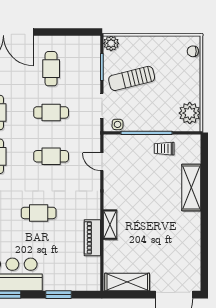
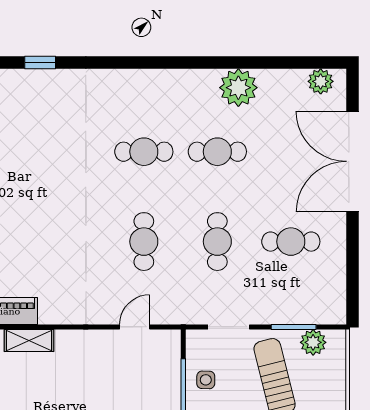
plant: (111, 43) -> (313, 342), moved
side table: (118, 124) -> (206, 380), moved
cafe table: (39, 213) -> (49, 221), removed

